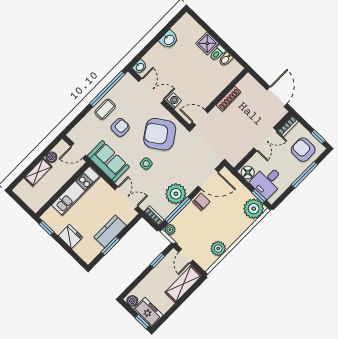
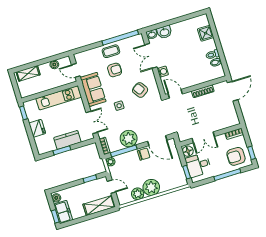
washbasin: (169, 40) -> (164, 32), moved
shower: (207, 43) -> (206, 33), moved
double door: (151, 91) -> (151, 56), swing flipped
door: (277, 97) -> (233, 91), moved
armchair: (160, 134) -> (140, 90), width x0.53, depth x0.53
double door: (265, 139) -> (203, 137), moved
armchair: (303, 150) -> (236, 156), turned -90
shelving: (38, 172) -> (28, 73), moved
plant: (254, 209) -> (151, 187), moved
door: (186, 256) -> (112, 187), swing flipped

